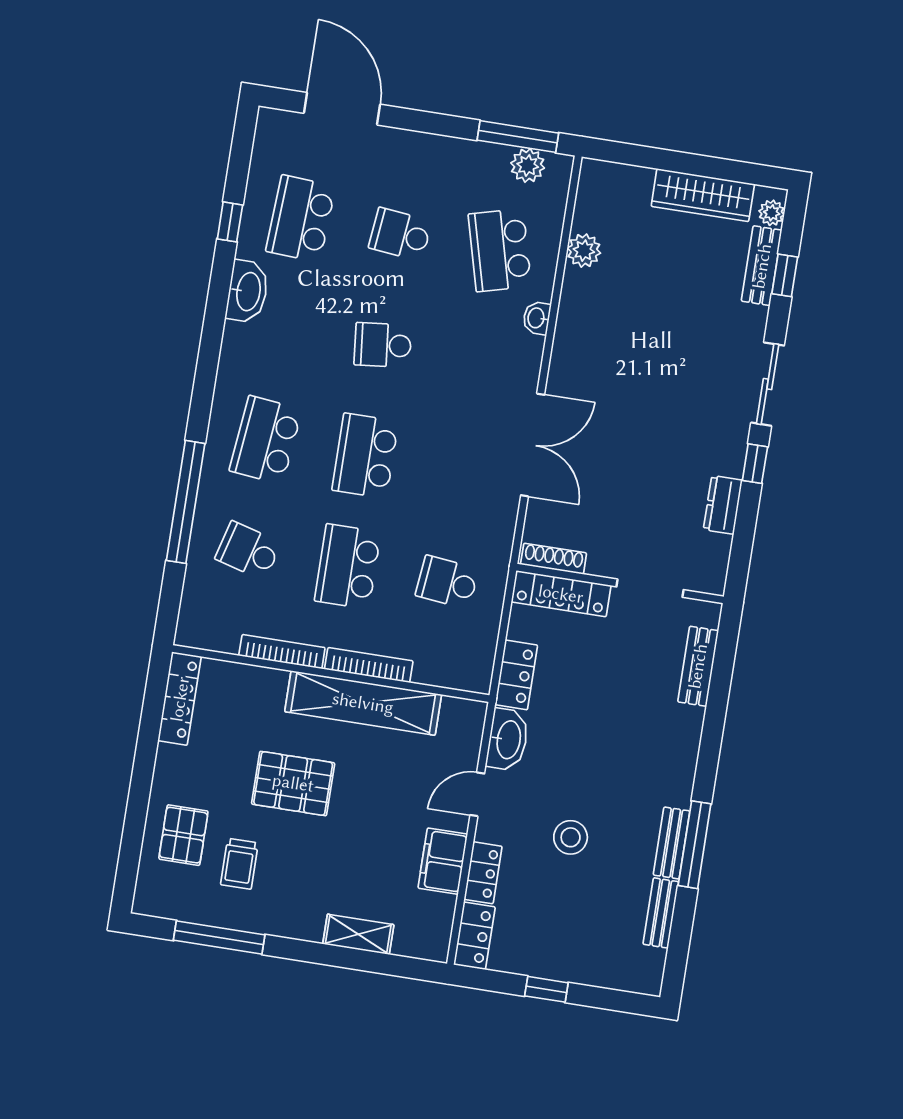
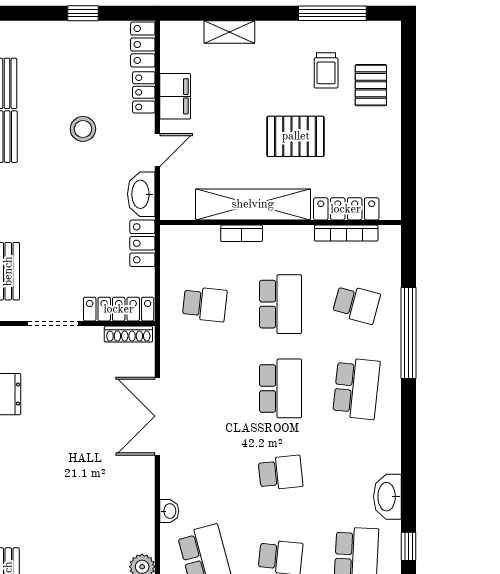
bookcase: (282, 652) -> (346, 233), moved
bookcase: (369, 665) -> (242, 233), width x0.64
locker: (180, 699) -> (346, 209), moved, turned 90
trolley: (239, 864) -> (326, 70), turned 180

